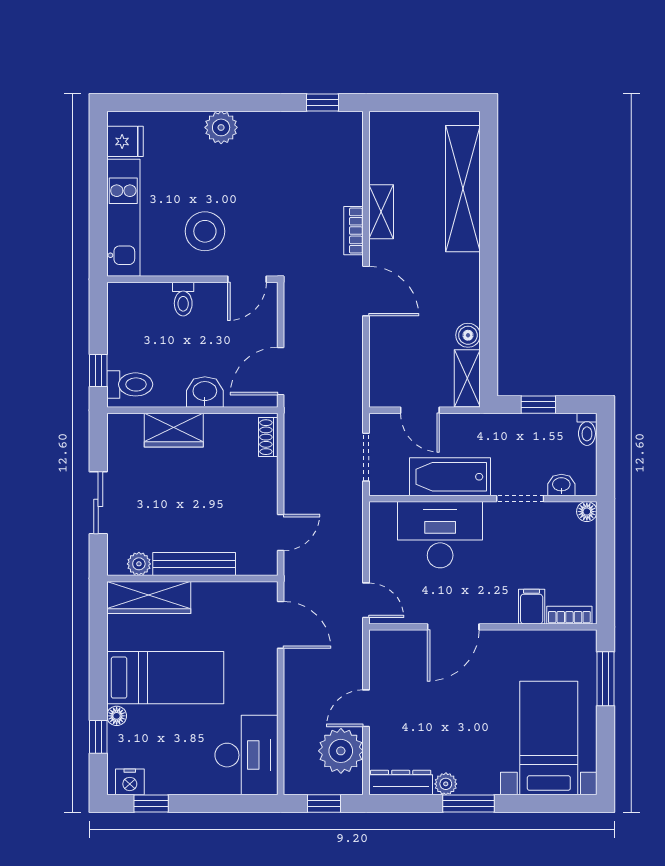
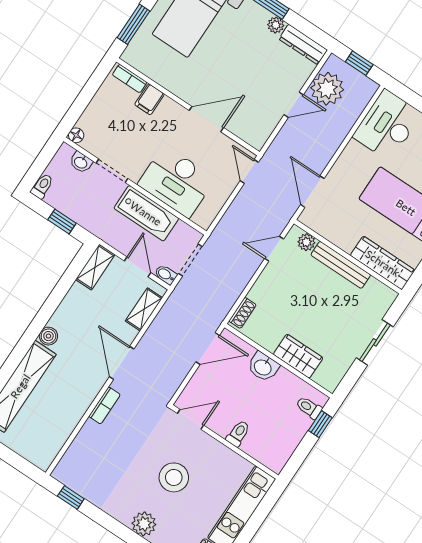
shelving: (381, 212) -> (144, 309), moved
stool: (205, 231) -> (174, 477), moved
boiler: (468, 335) -> (48, 336), moved
toilet: (130, 384) -> (309, 408), width x0.73, depth x0.72
bidet: (383, 422) -> (166, 275), added
plant: (139, 564) -> (306, 242), moved

